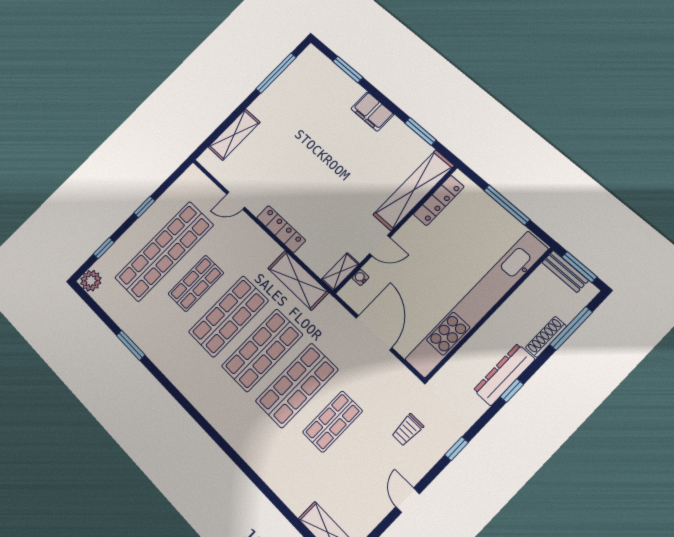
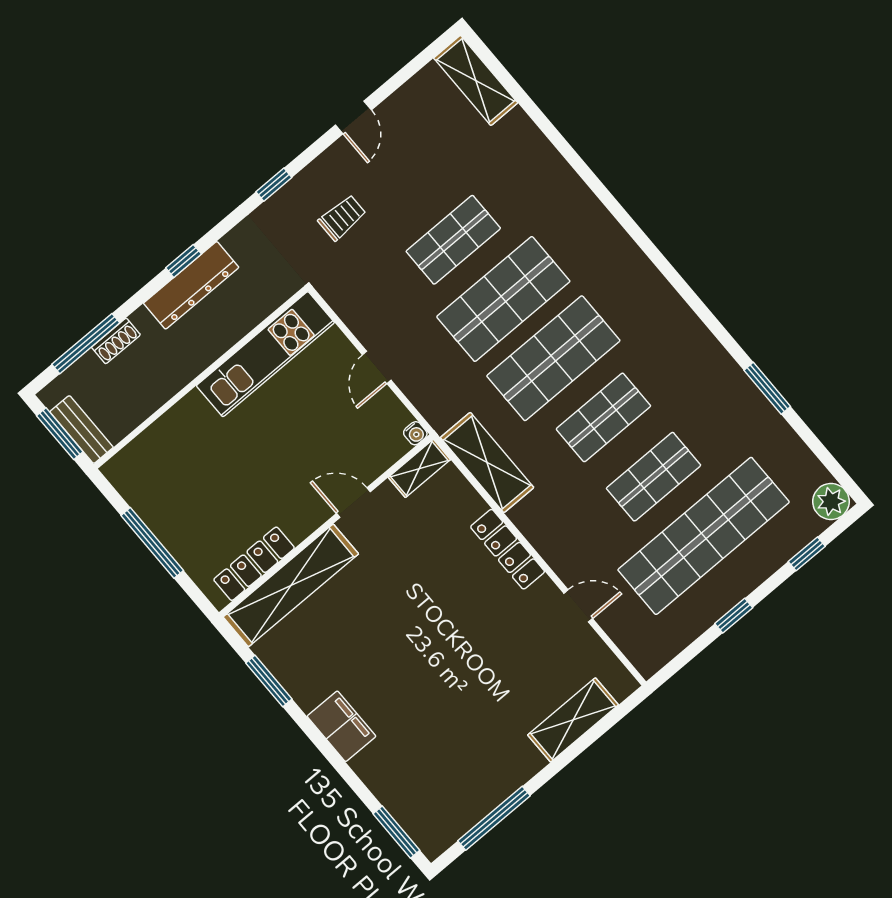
window: (348, 69) -> (396, 832), moved
water cooler: (360, 277) -> (415, 433), moved
kitchen unit: (477, 304) -> (265, 354), width x0.54
shop shelf: (228, 316) -> (603, 417), width x0.70, depth x0.74
door: (374, 333) -> (377, 367), width x0.53
shoe rack: (546, 337) -> (116, 341), width x0.70

